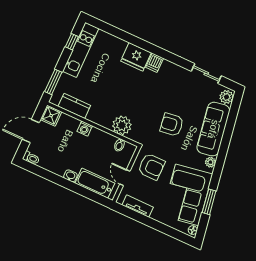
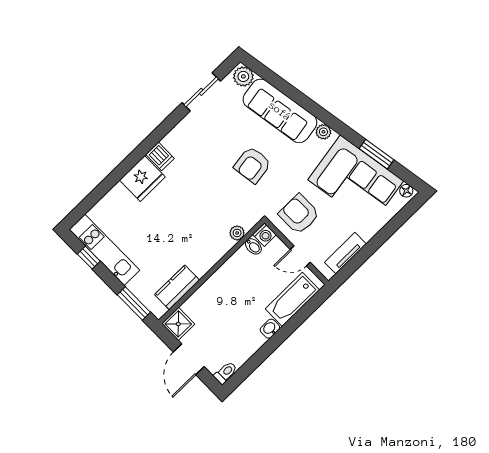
plant: (122, 125) -> (237, 233), width x0.53, depth x0.53
washing machine: (85, 129) -> (264, 235), moved
armchair: (151, 167) -> (299, 214), turned -90

